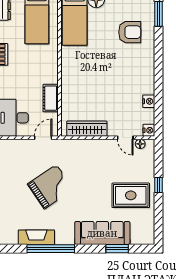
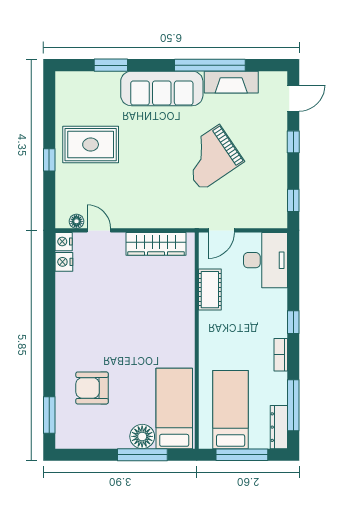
nightstand: (149, 101) -> (64, 262), moved
sofa: (102, 233) -> (162, 88), moved

